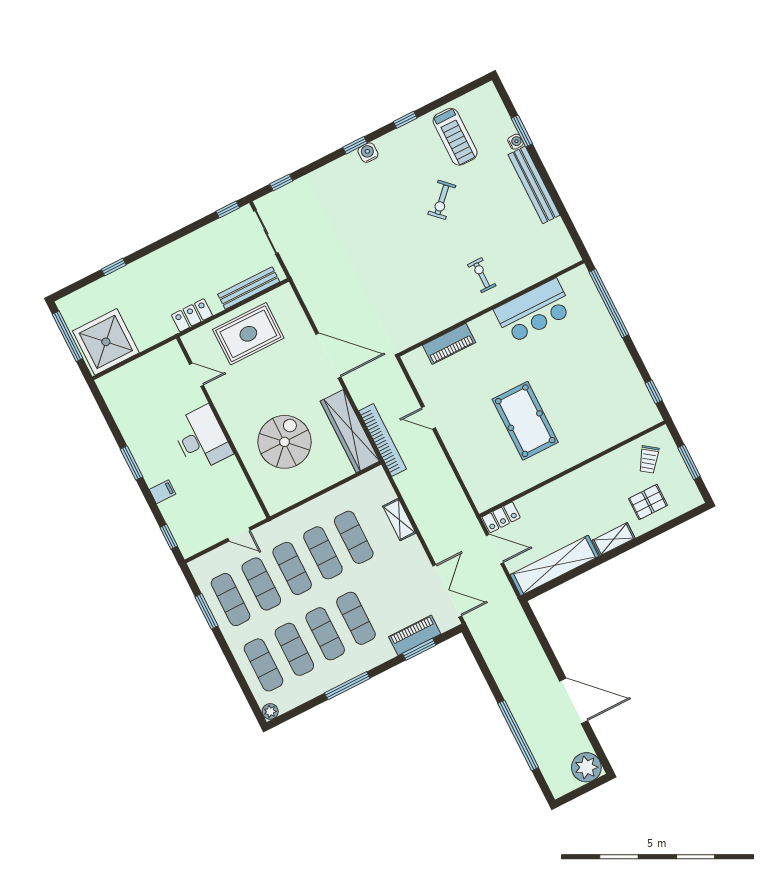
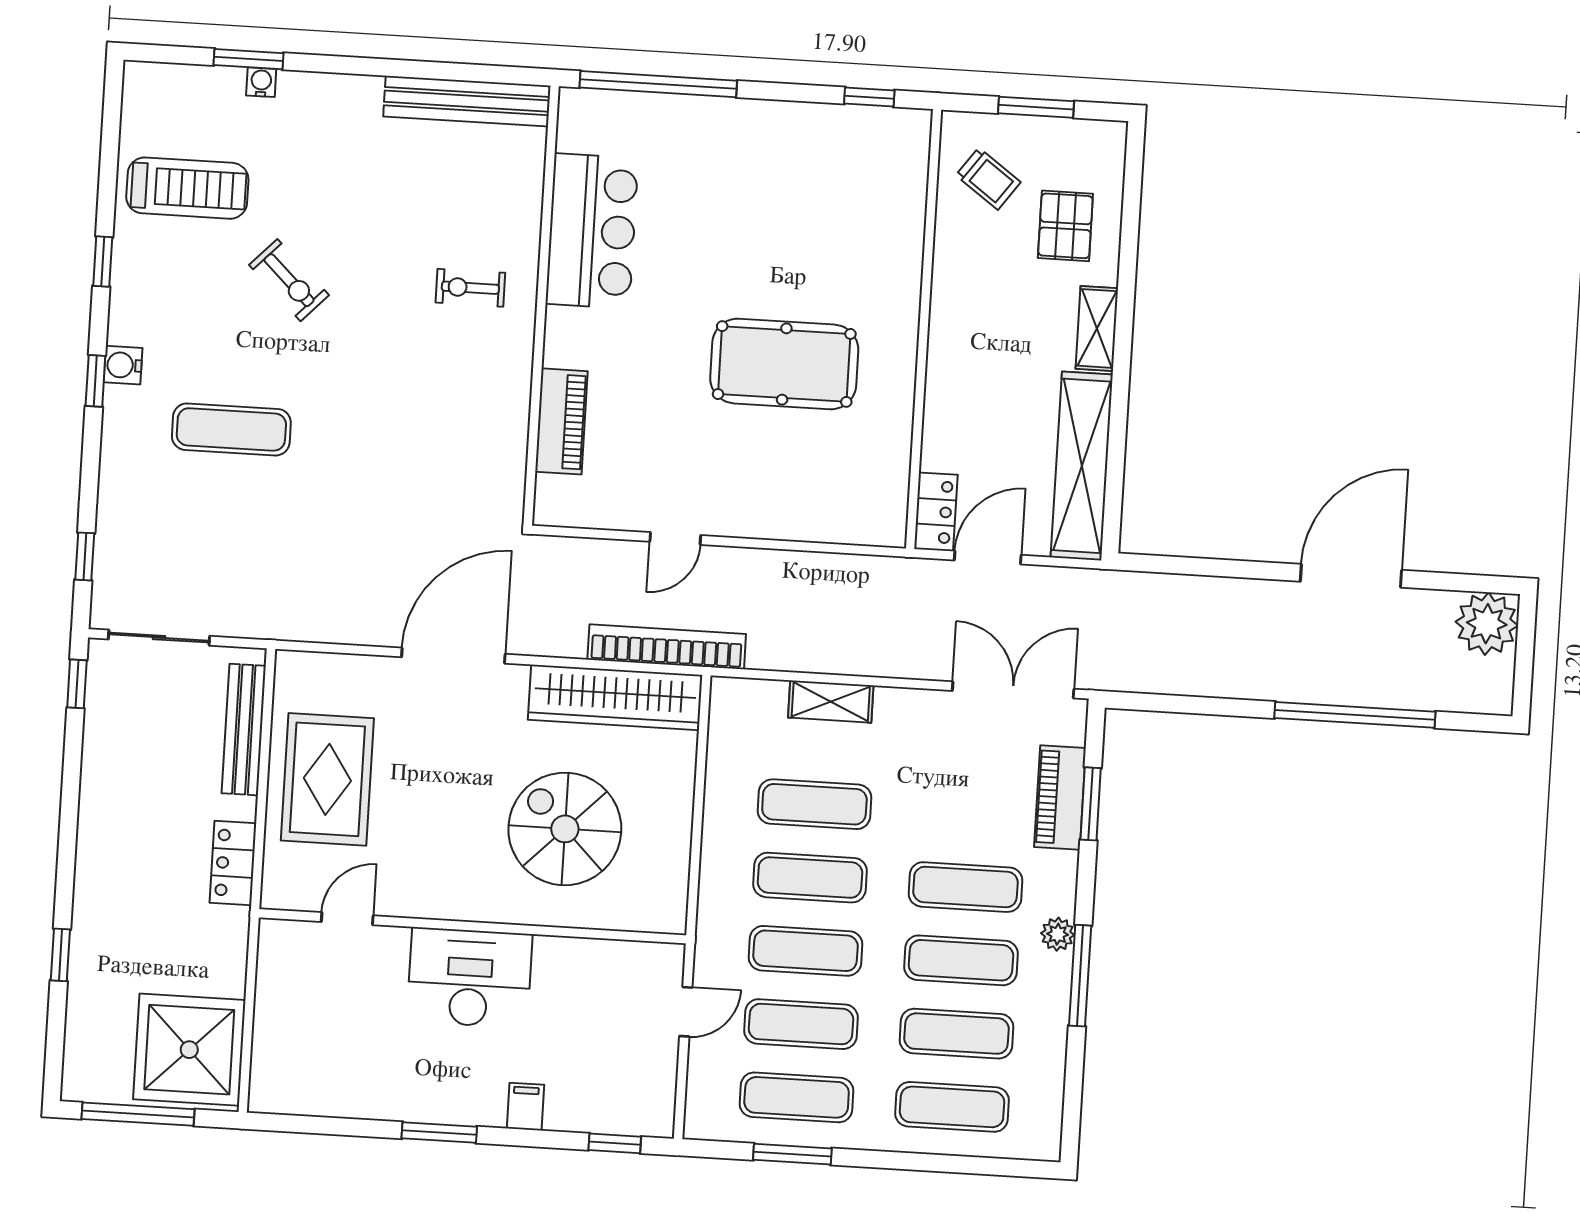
bench: (534, 185) -> (467, 101), moved
exercise mat: (368, 212) -> (231, 429), added
plant: (270, 711) -> (1058, 934), moved

